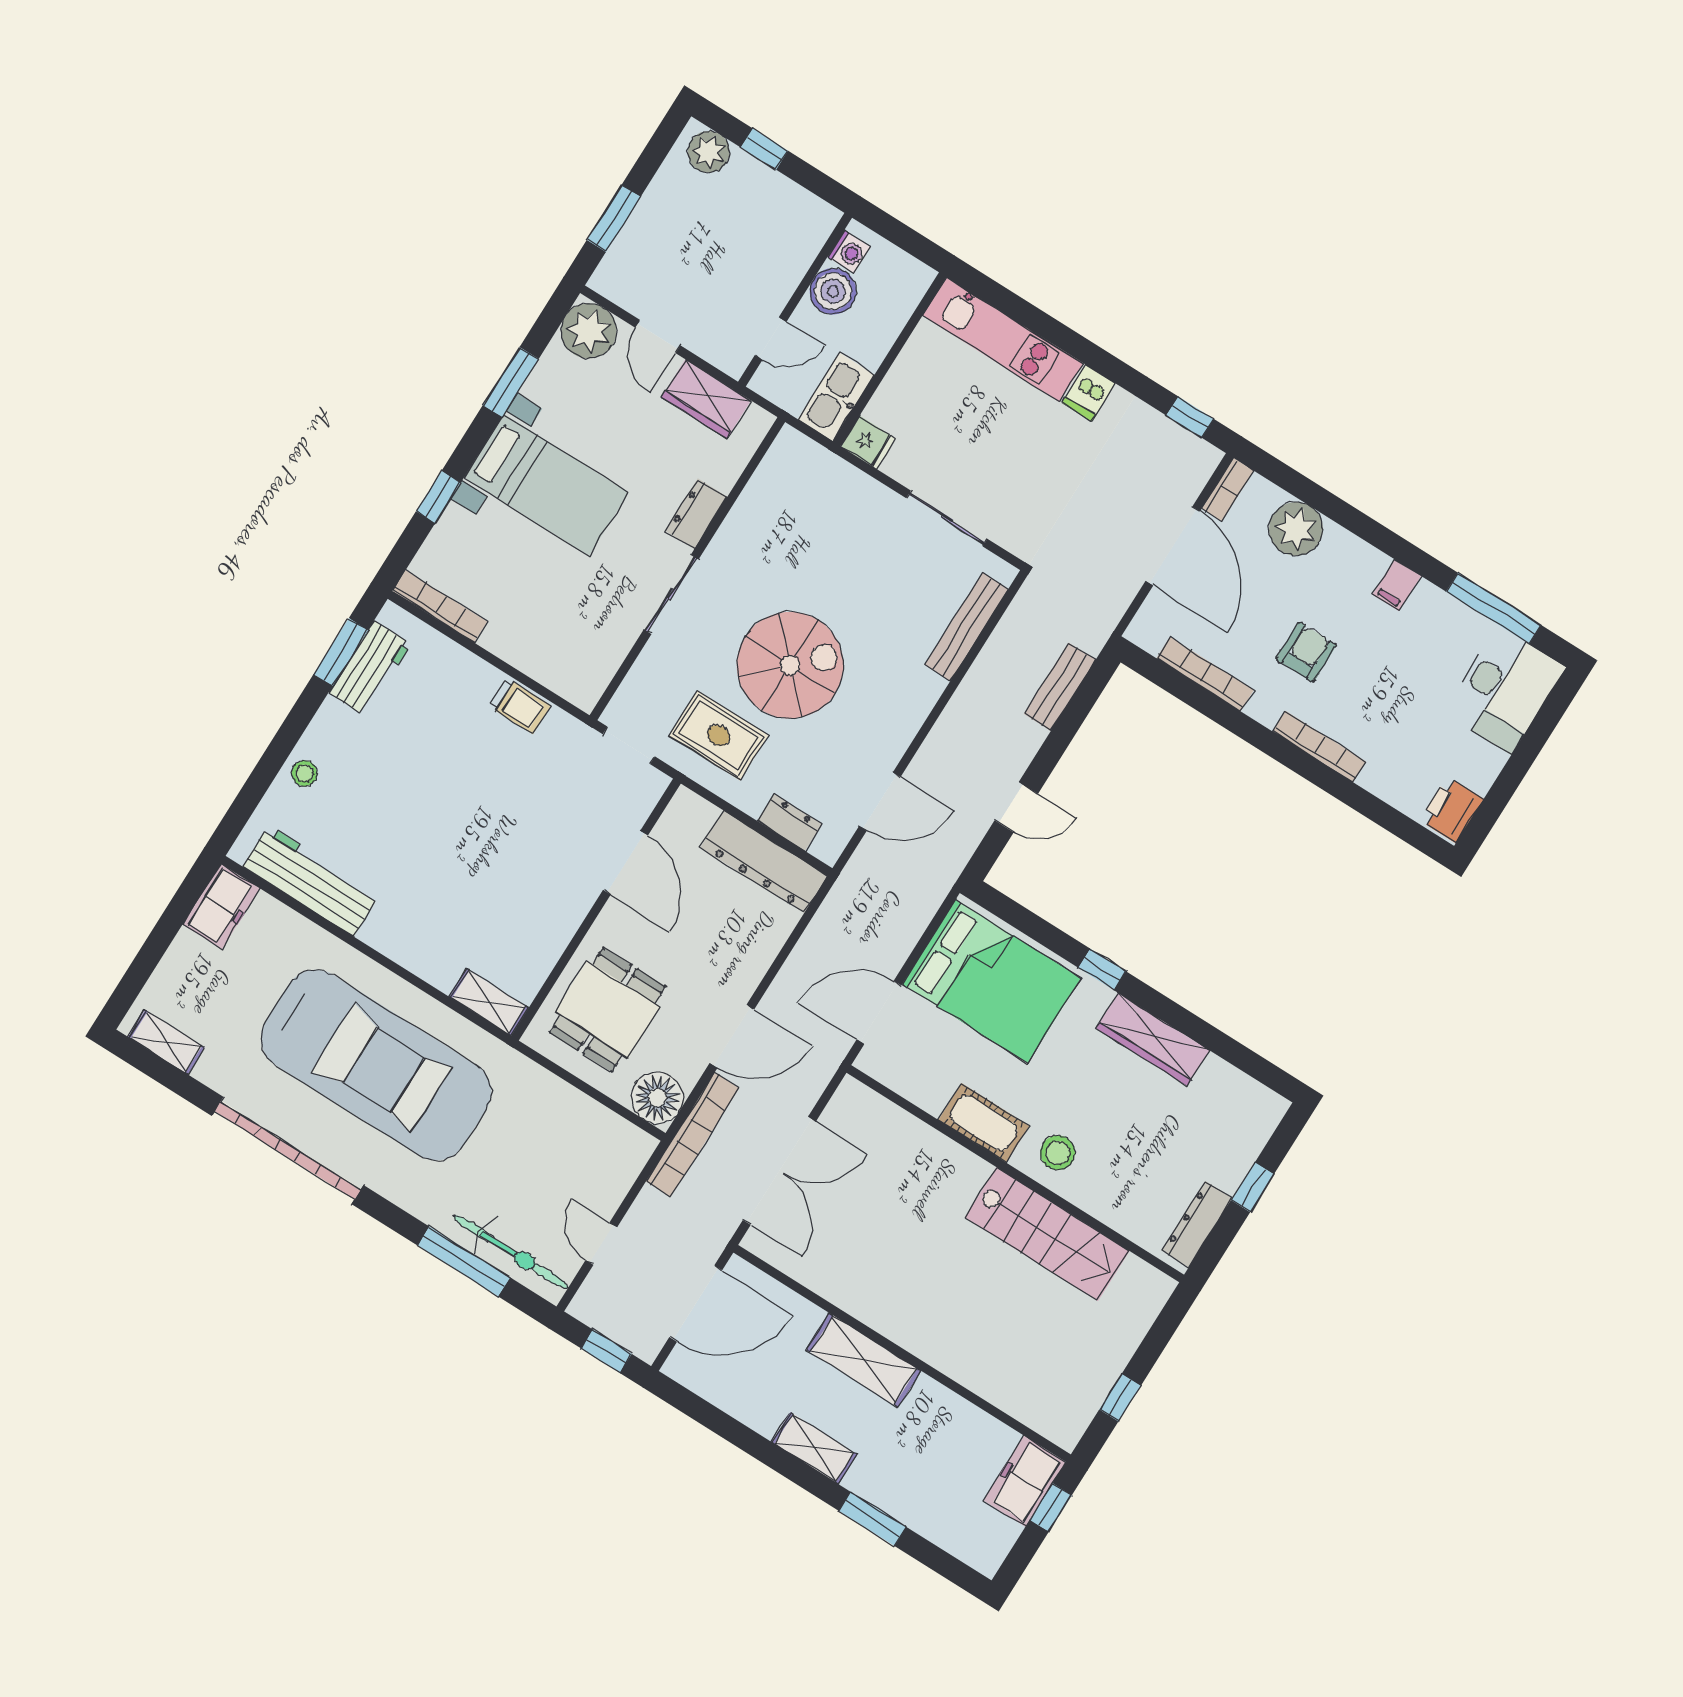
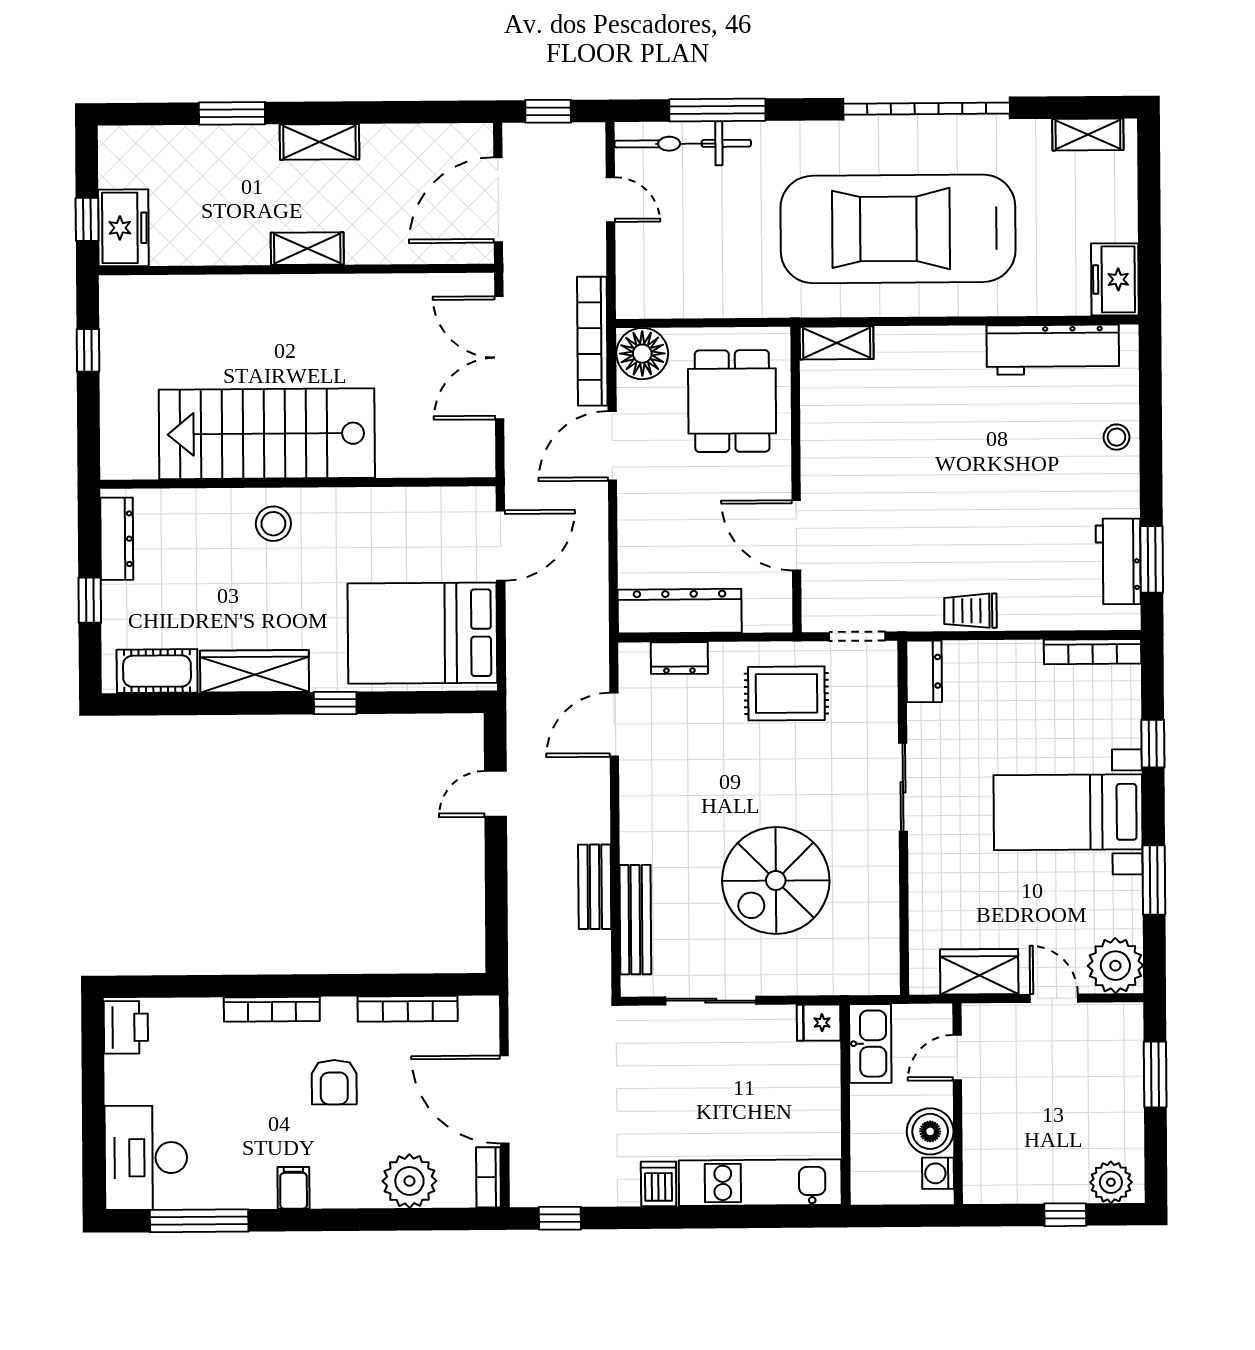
dresser: (696, 514) -> (924, 671), moved
spiral stairs: (790, 665) -> (776, 880), moved
bench: (1060, 687) -> (595, 887), moved
cot: (984, 1123) -> (157, 671), moved
stairs: (1047, 1234) -> (267, 434), width x1.36, depth x1.51
shelving: (864, 1360) -> (307, 249), width x0.67, depth x0.75

